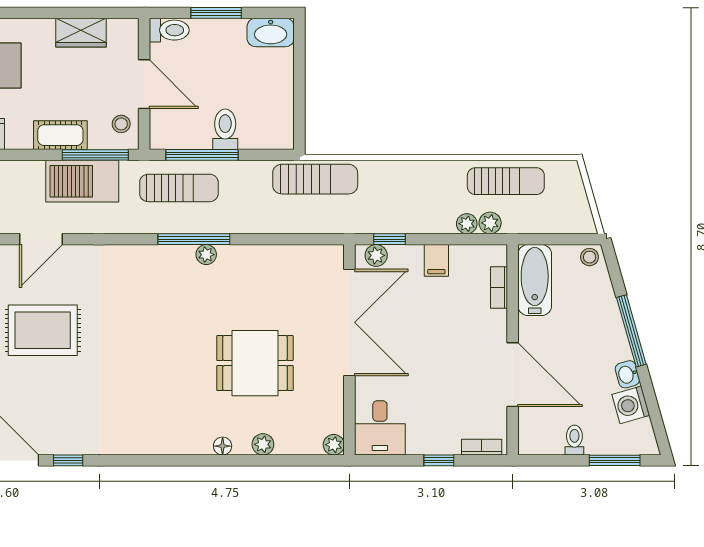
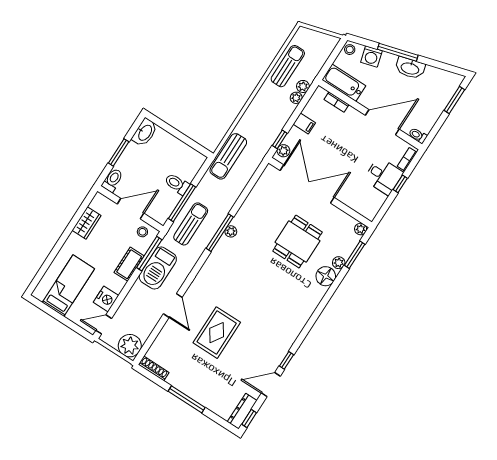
sun lounger: (315, 179) -> (228, 156), turned 180
washbasin: (627, 374) -> (410, 68), width x1.91, depth x1.45
washing machine: (631, 405) -> (371, 56), moved
desk: (380, 428) -> (383, 176), moved
toilet: (574, 440) -> (418, 135), moved
floor lamp: (223, 446) -> (326, 276), width x1.89, depth x1.89
window: (290, 460) -> (355, 255), added

